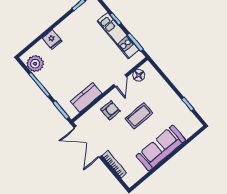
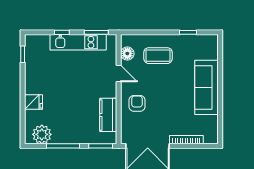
coffee table: (139, 116) -> (158, 56), moved, turned 90

